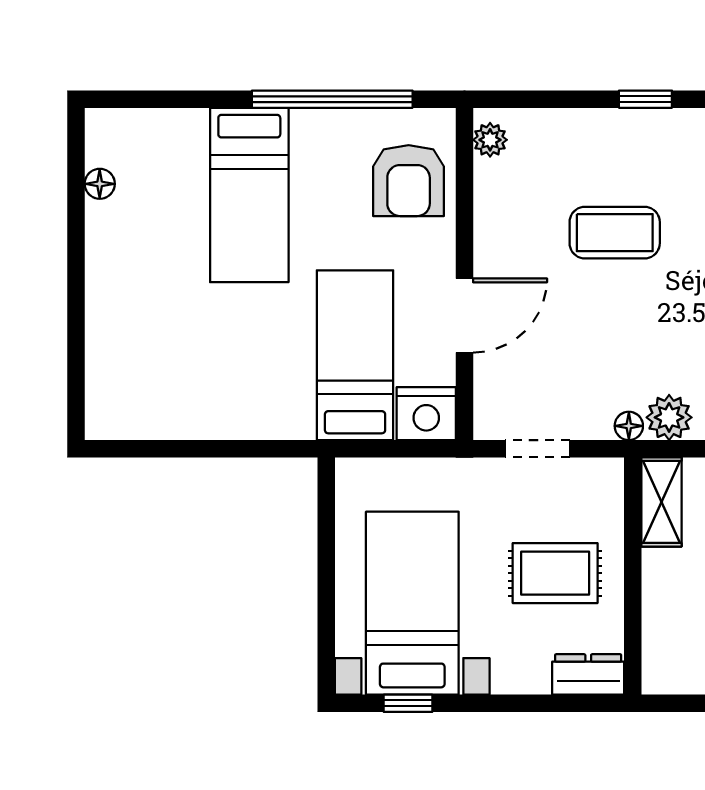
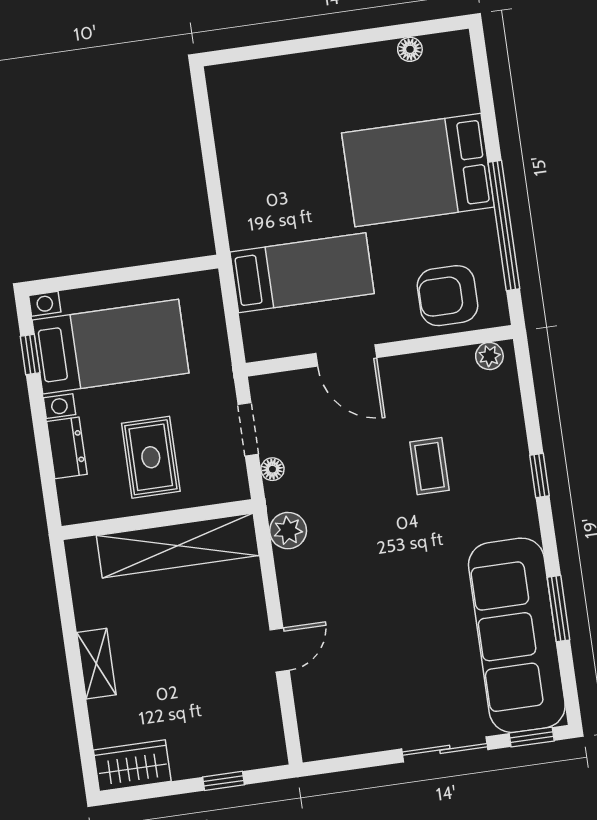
bed: (249, 195) -> (418, 170), width x1.50
coffee table: (615, 233) -> (429, 466), width x0.73, depth x0.77
nightstand: (426, 414) -> (264, 336), removed
floor lamp: (629, 426) -> (272, 469), moved
shelving: (661, 502) -> (178, 545), width x2.20, depth x1.33
dresser: (588, 674) -> (67, 448), moved

